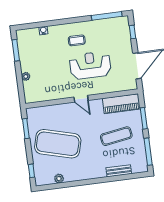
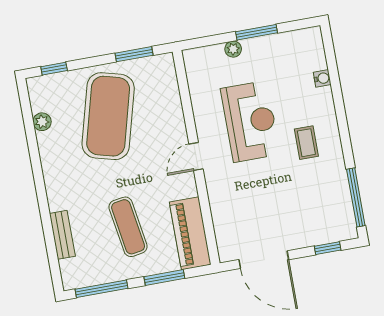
window: (16, 50) -> (257, 32), moved
reception desk: (90, 65) -> (250, 121), moved

